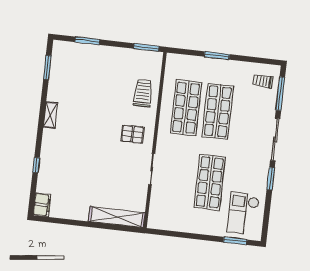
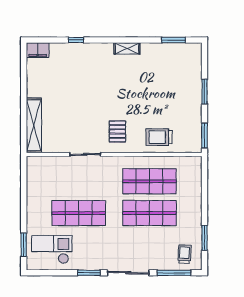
window: (87, 41) -> (204, 92), moved
window: (217, 55) -> (204, 238), moved
trolley: (143, 93) -> (159, 137), turned 180

